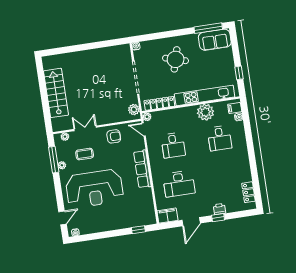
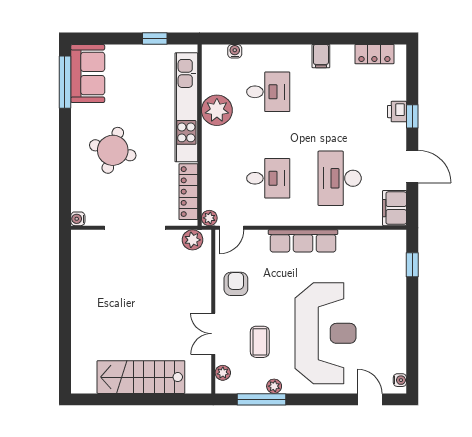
filing cabinet: (235, 108) -> (321, 56), moved
desk: (179, 184) -> (340, 178), turned 180

